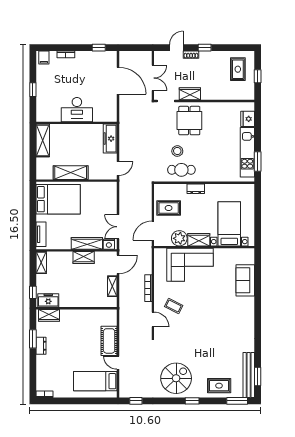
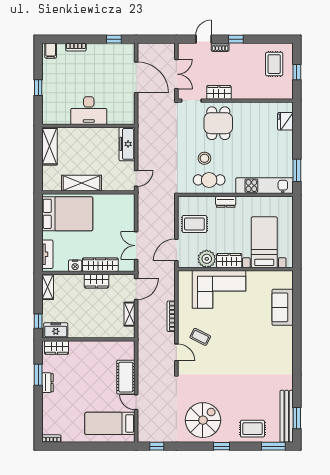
kitchen unit: (247, 152) -> (265, 186), moved, turned 90
nightstand: (109, 244) -> (75, 266), moved

